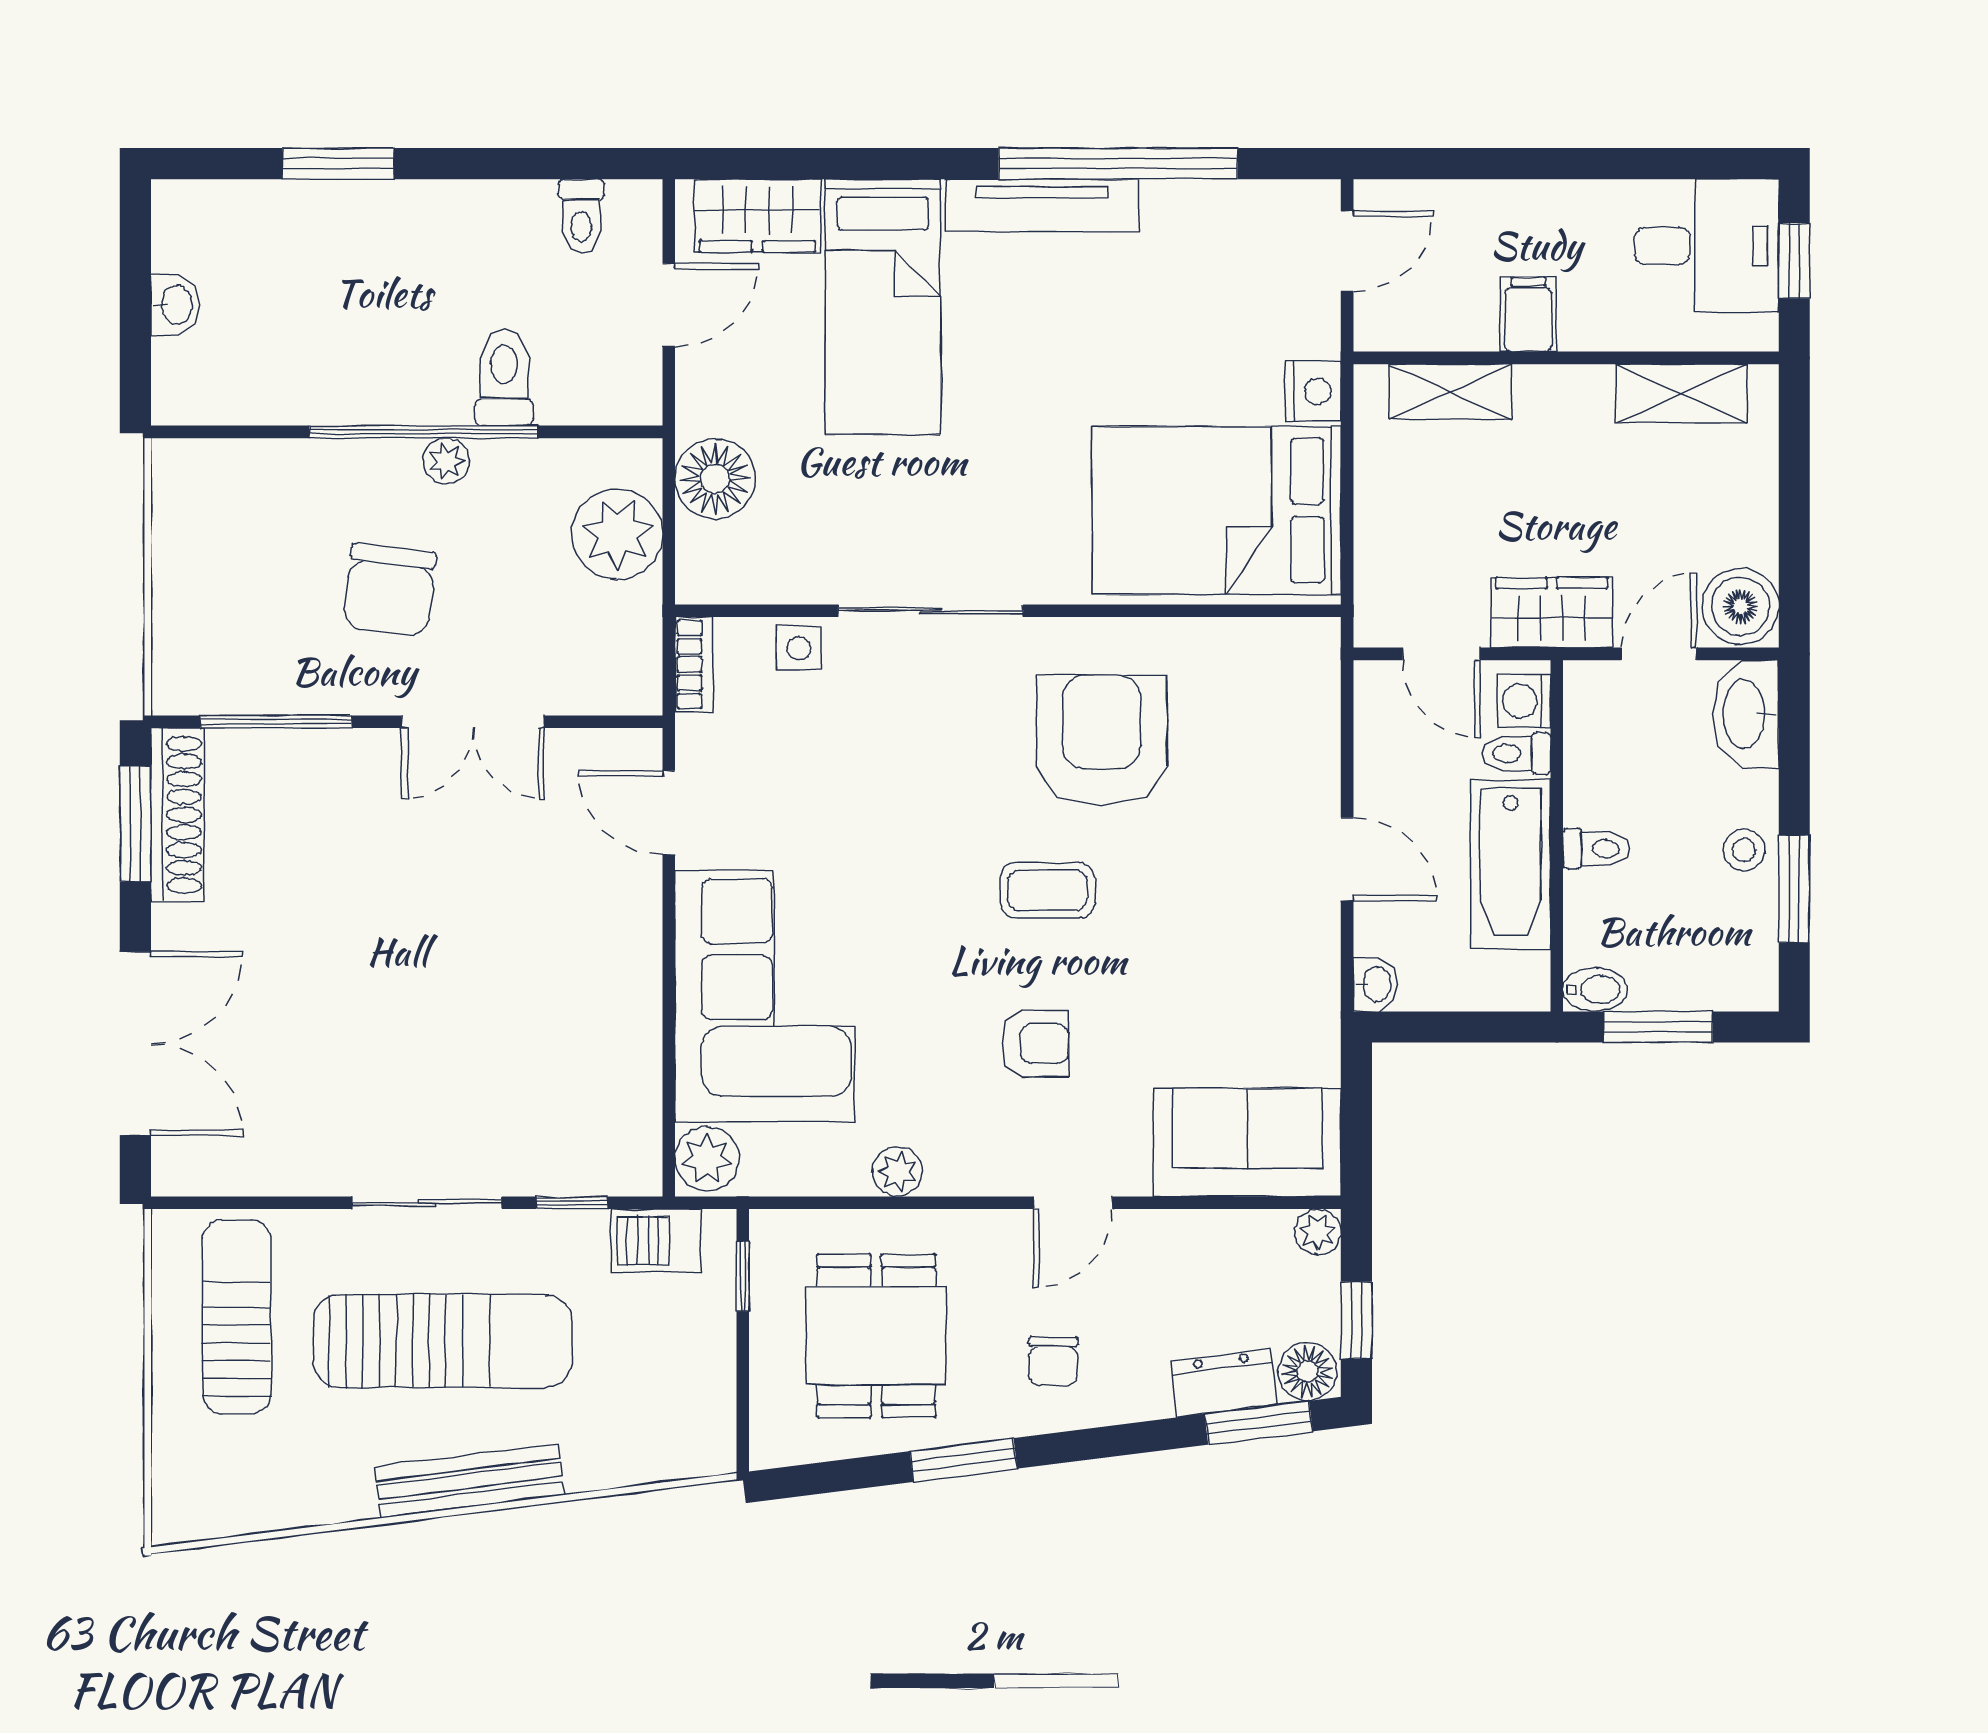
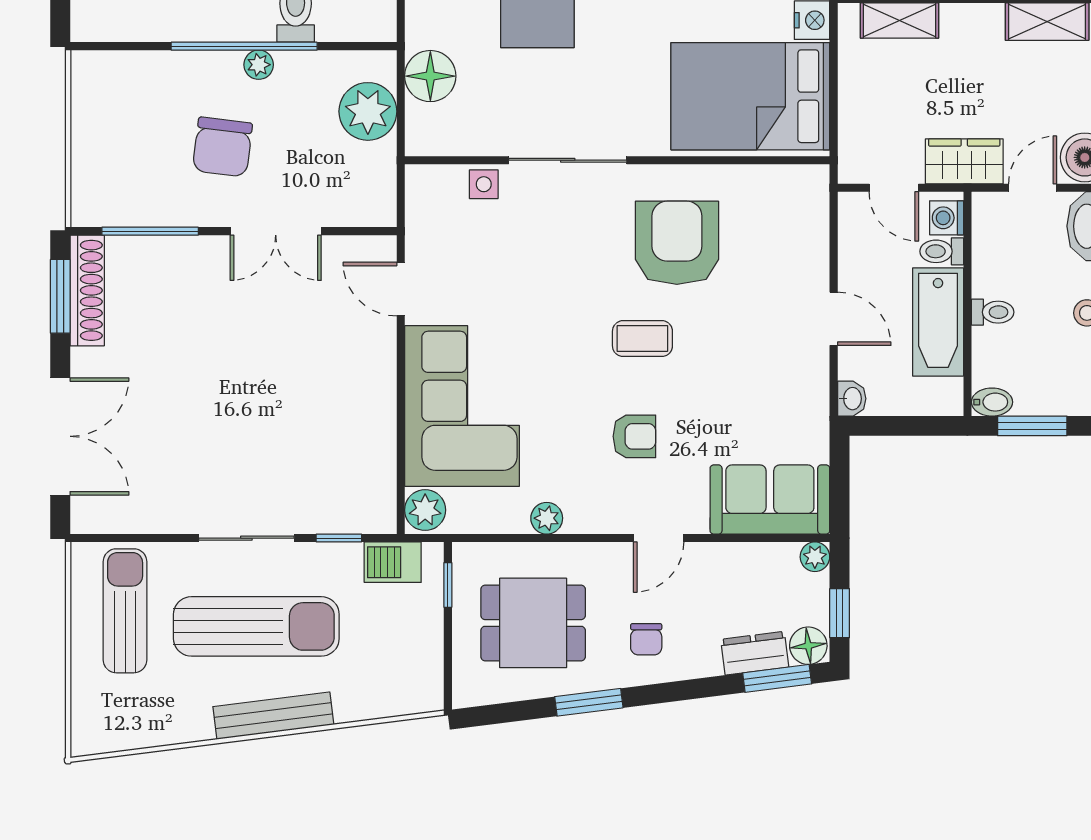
bookcase: (694, 665) -> (417, 195), removed
dining table: (876, 1336) -> (533, 623), turned 90

